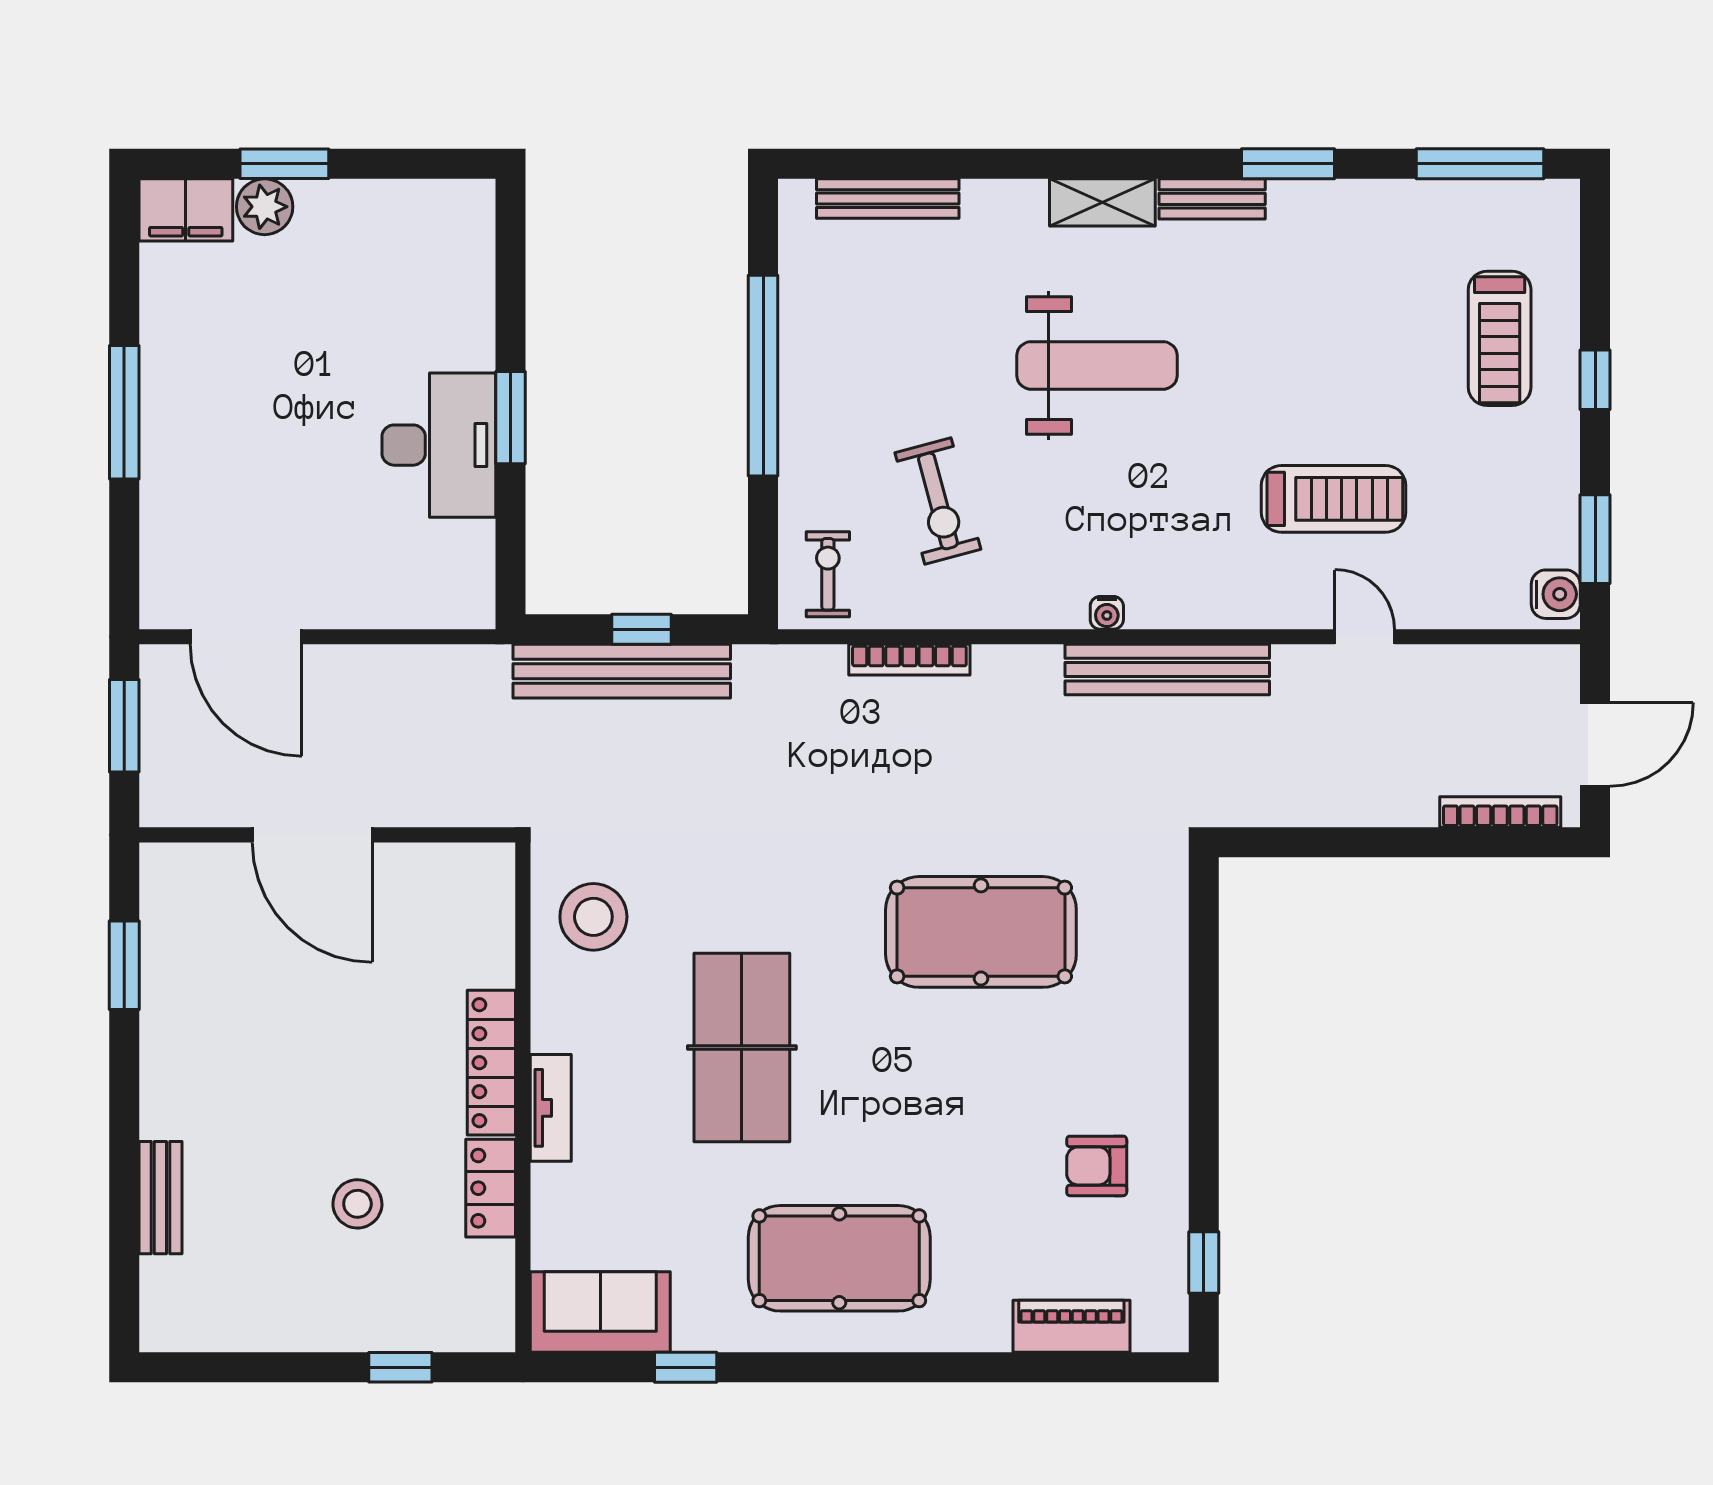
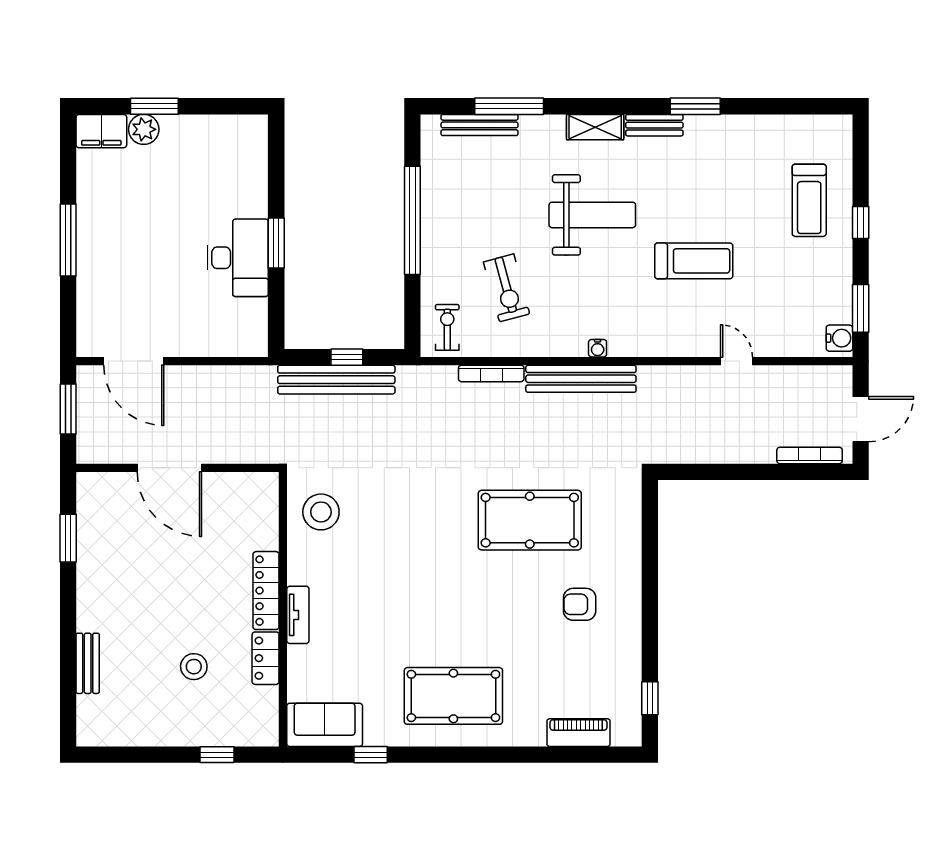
window: (1480, 164) -> (509, 106), moved
treadmill: (1333, 499) -> (694, 261), moved
bench: (1167, 670) -> (581, 379), moved
table tennis table: (742, 1047) -> (401, 582), removed
armchair: (1097, 1166) -> (580, 604), moved

